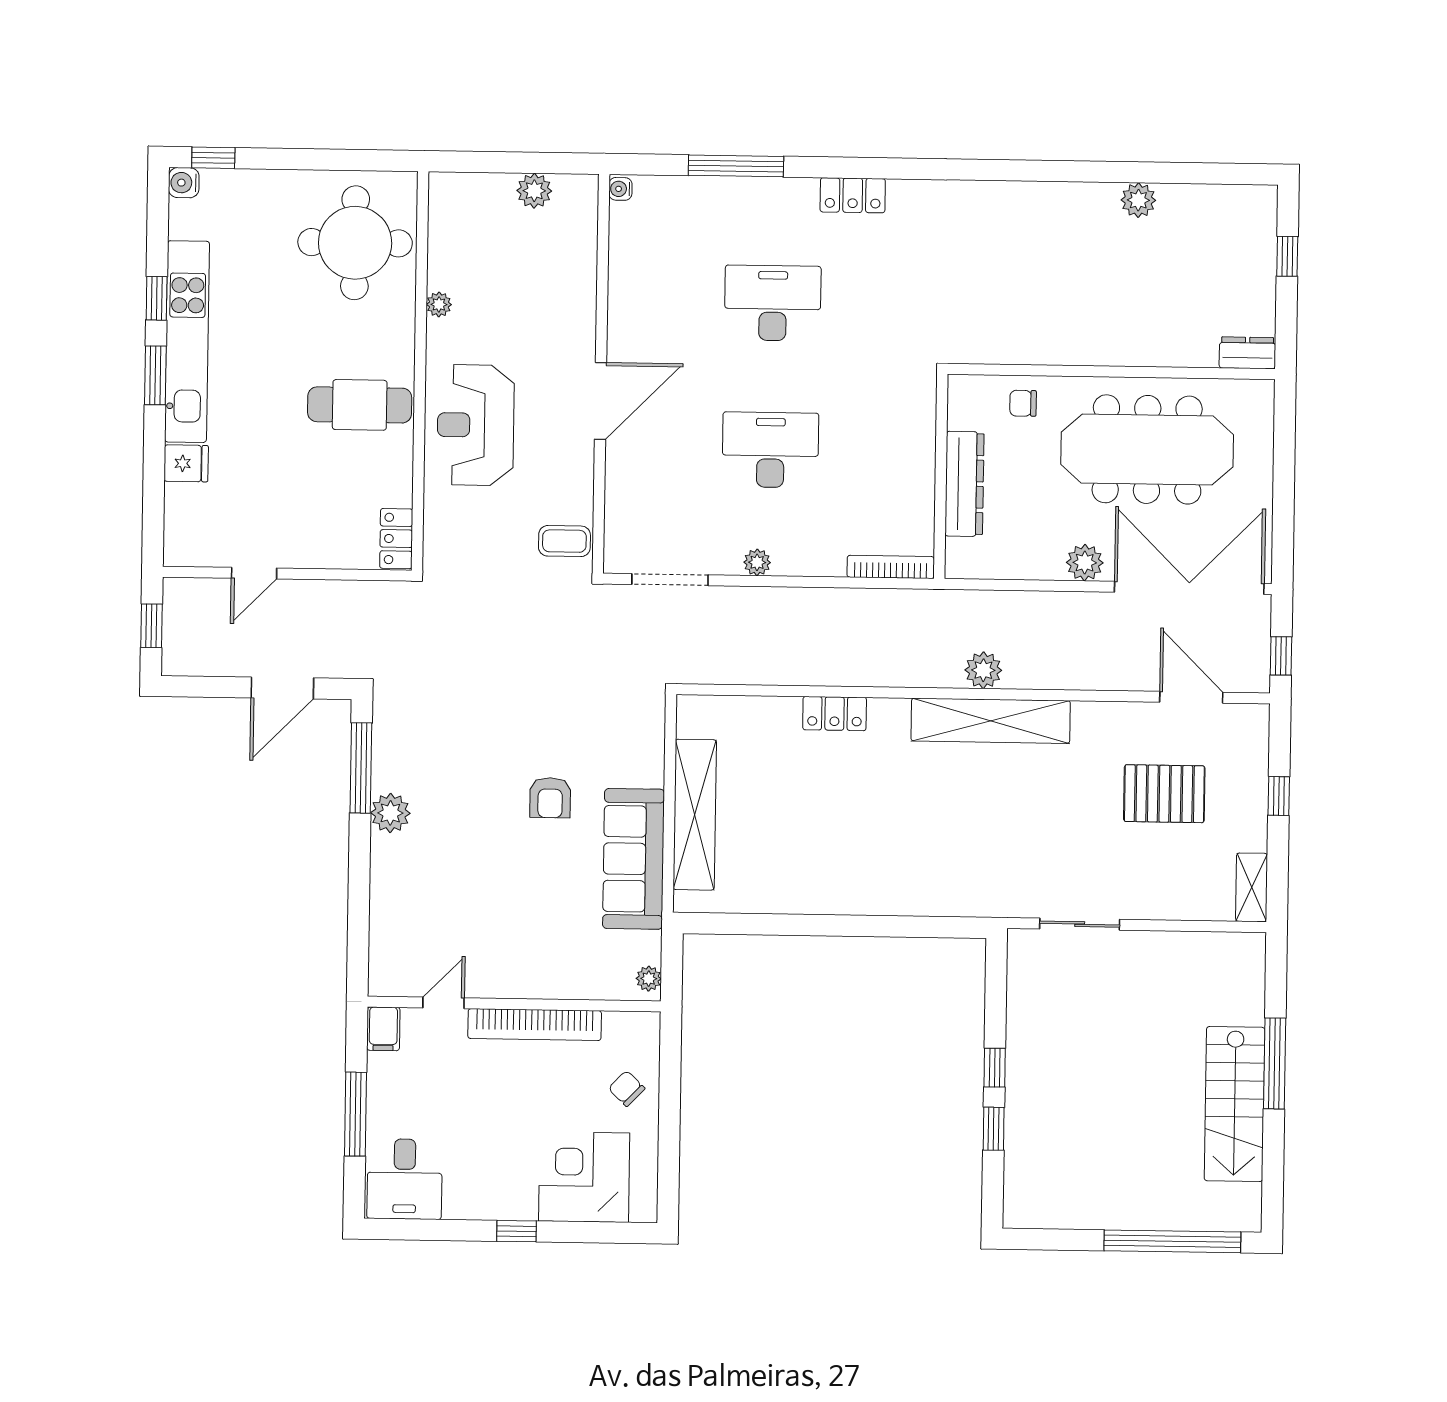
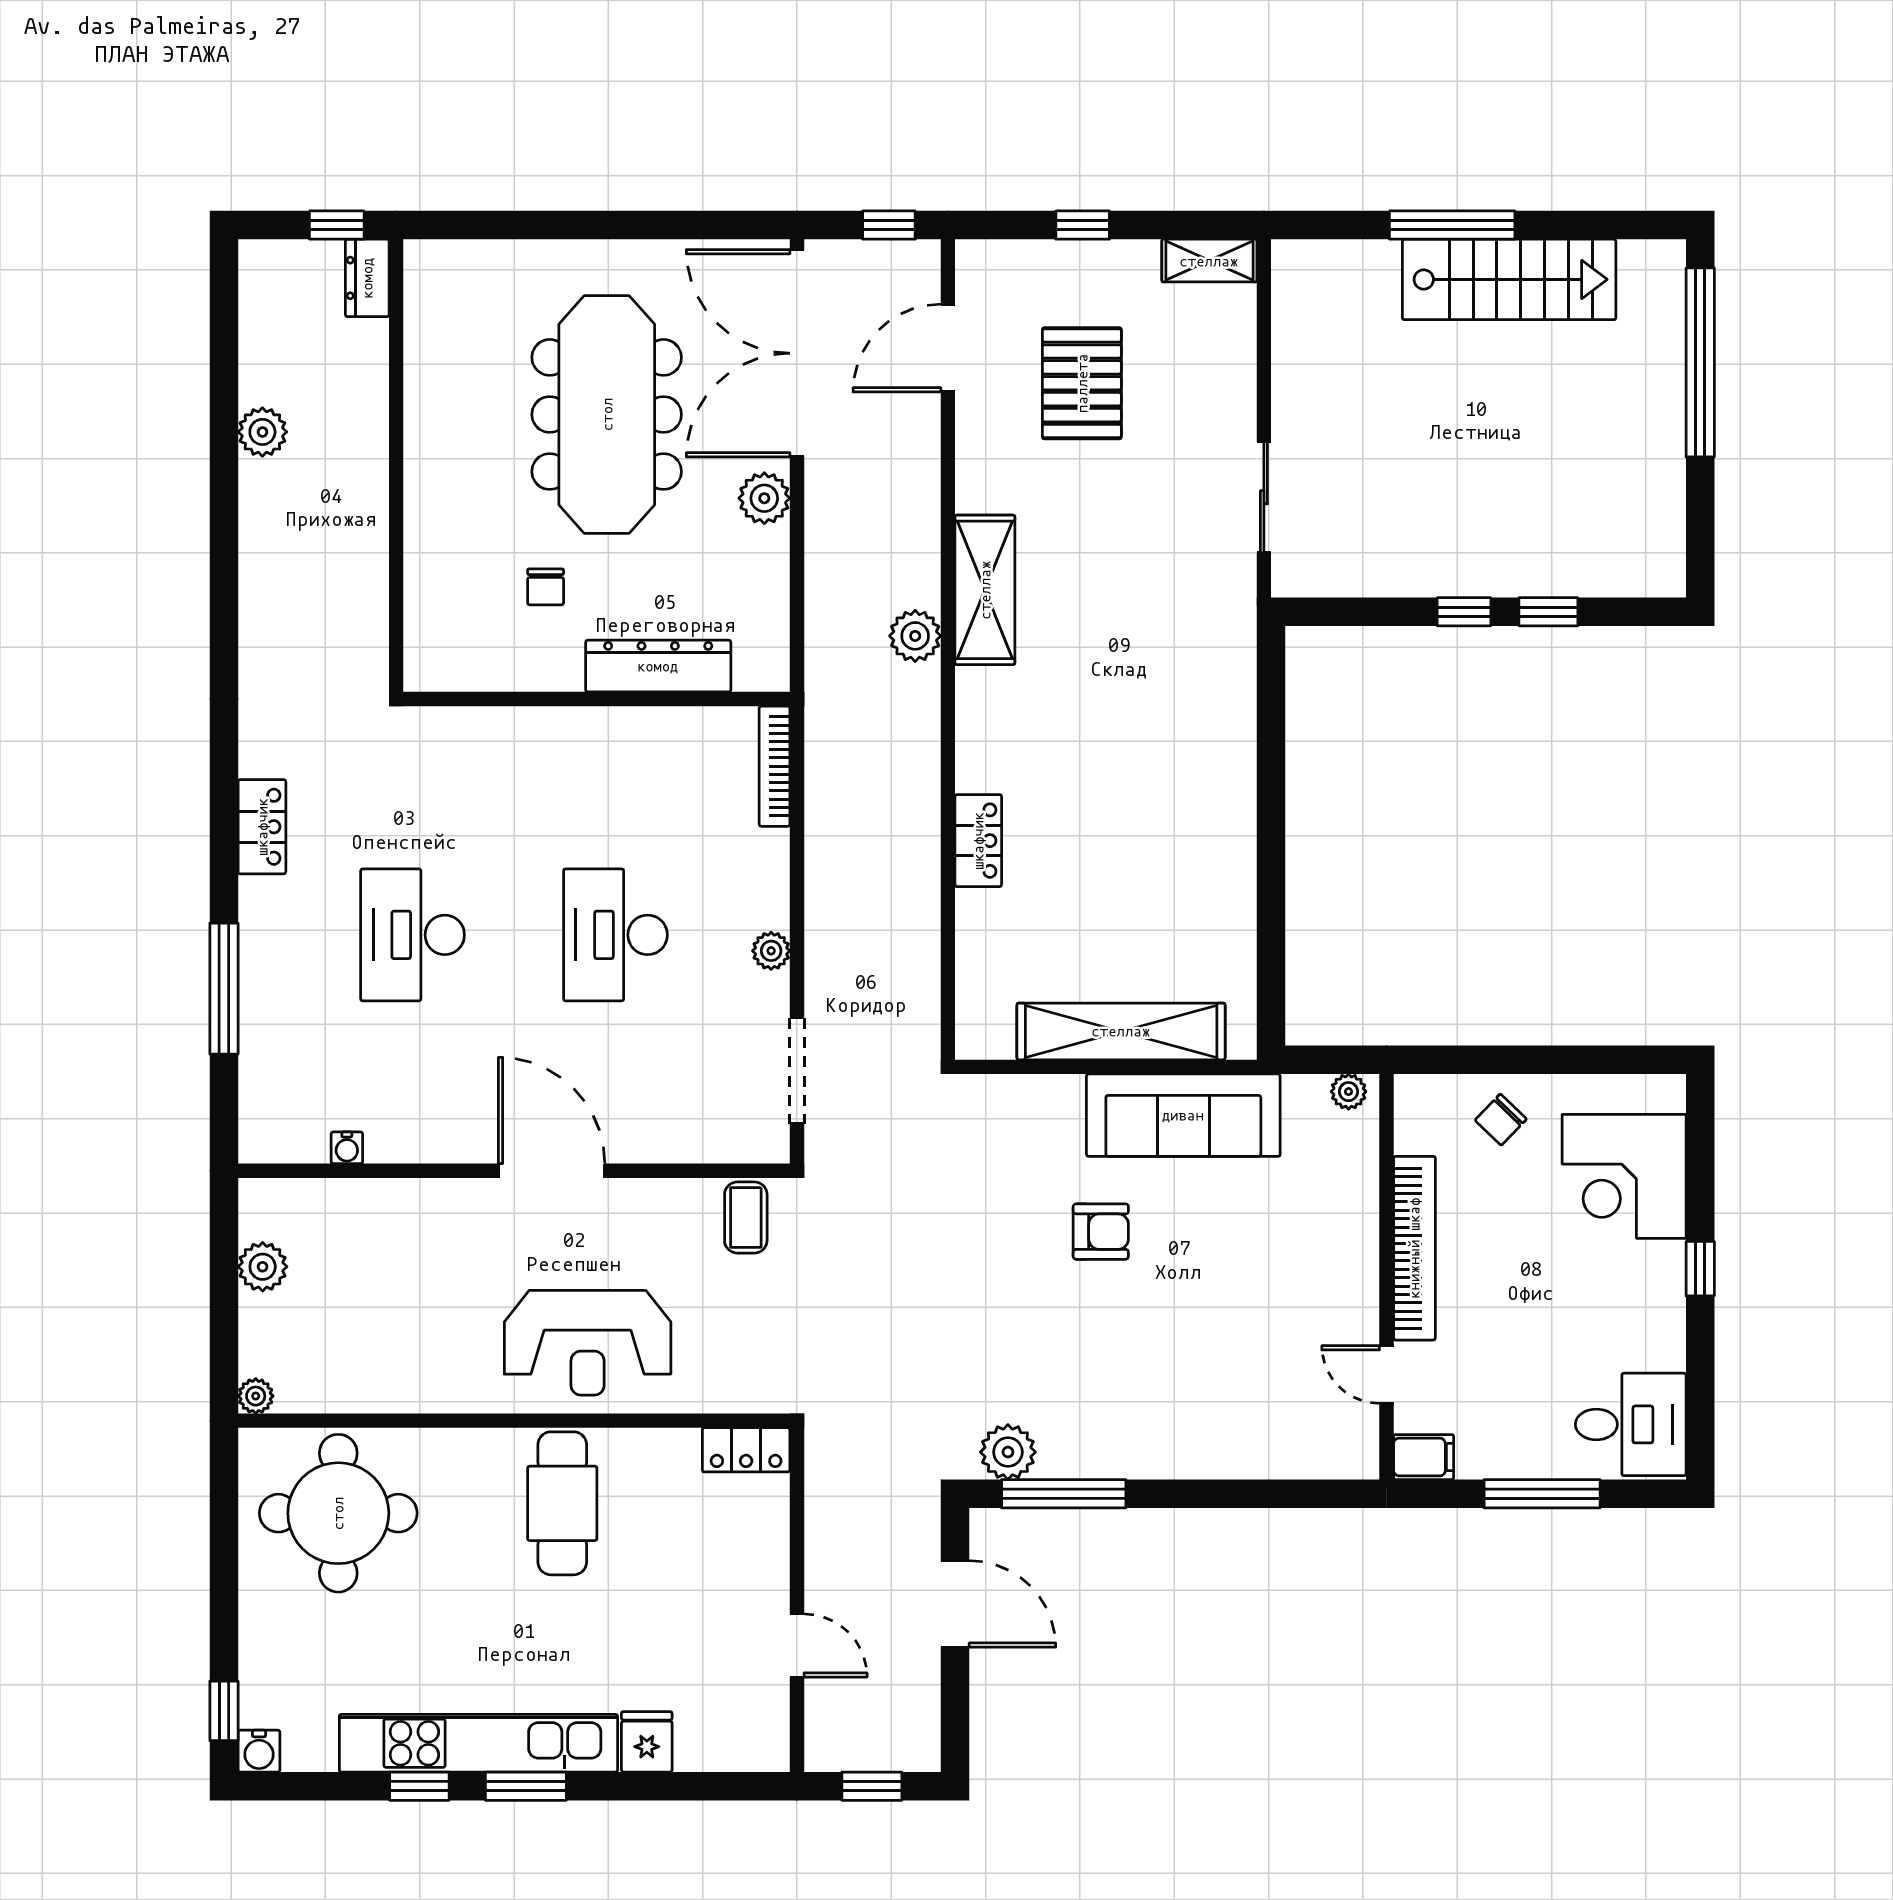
water cooler: (620, 189) -> (347, 1148), moved
plant: (439, 304) -> (256, 1396), moved
dresser: (1247, 353) -> (367, 278), moved
wall: (1111, 372) -> (396, 466), moved
shelving: (991, 721) -> (985, 590), width x0.68
plant: (390, 813) -> (1008, 1452), moved

